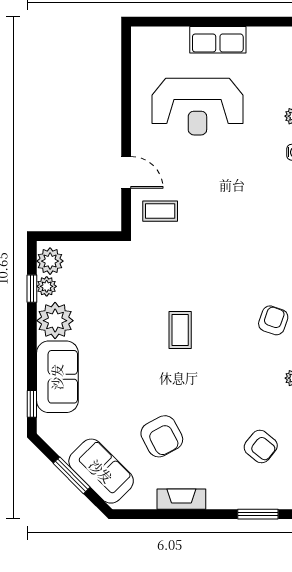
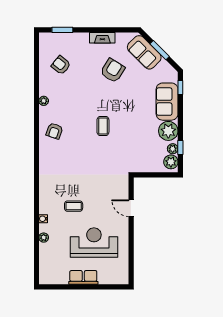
coffee table: (160, 211) -> (74, 206), moved
armchair: (162, 436) -> (113, 70), turned 60

